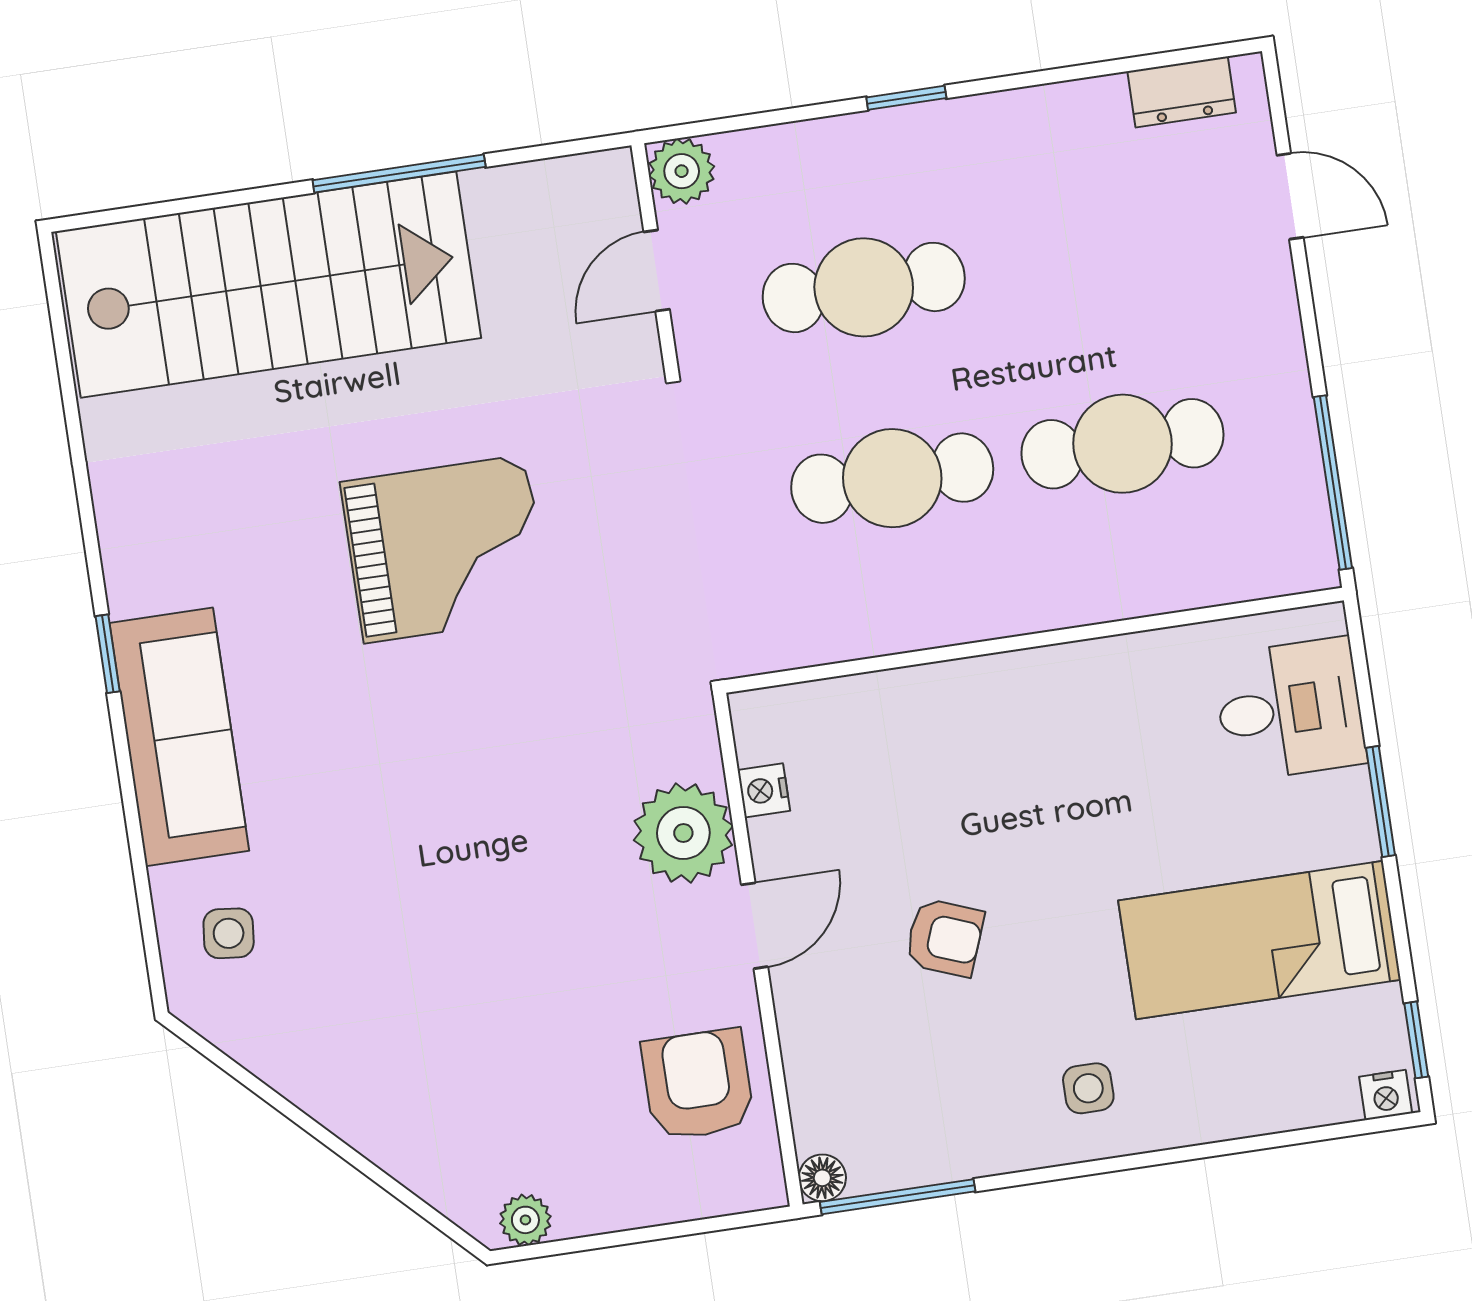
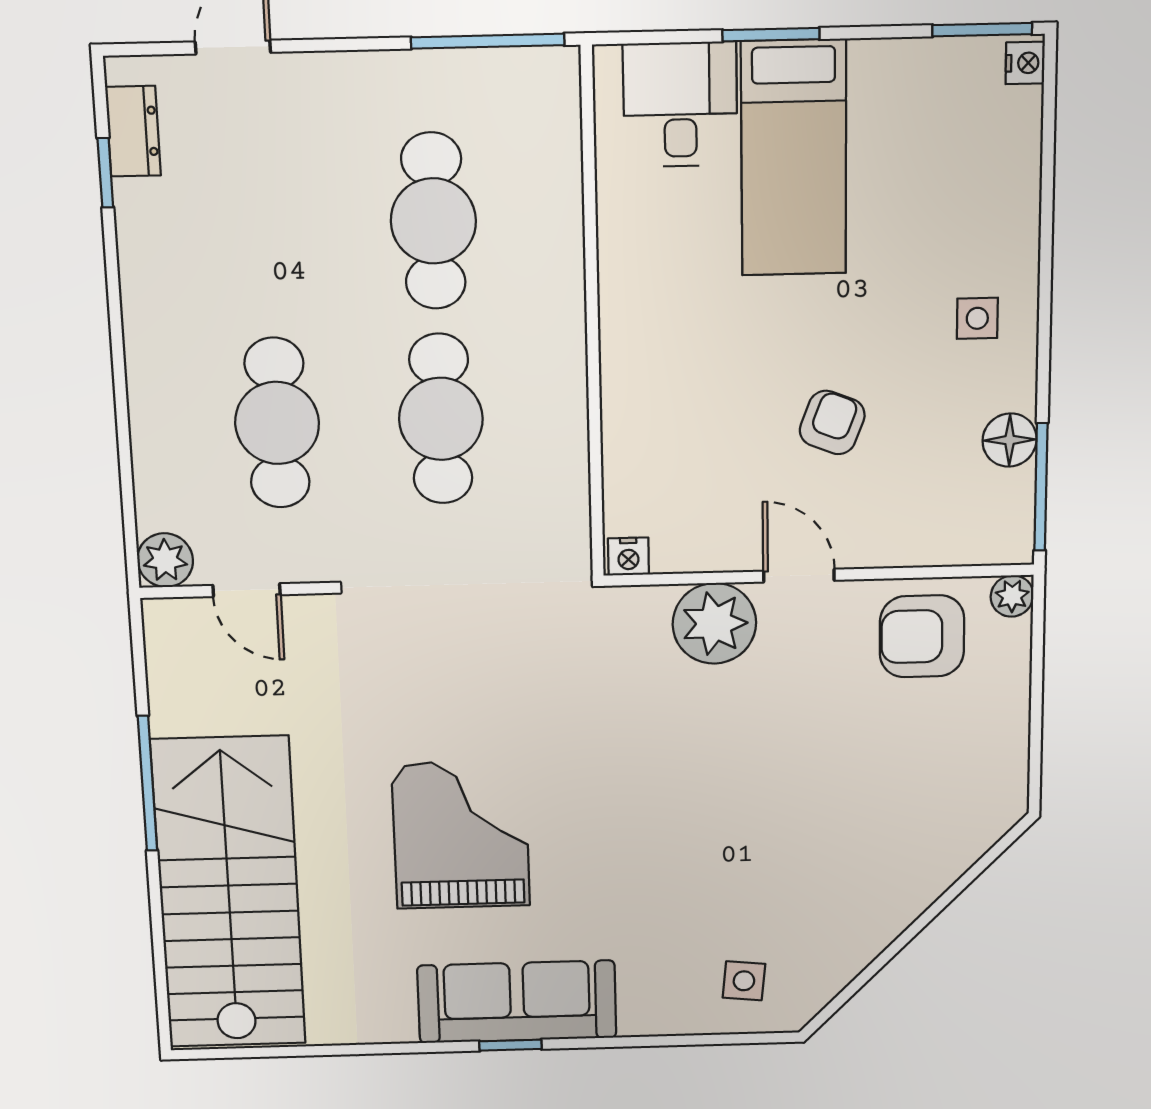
window: (906, 98) -> (105, 173), moved
grand piano: (445, 549) -> (461, 835), moved
sofa: (179, 737) -> (517, 1002), moved
nightstand: (764, 790) -> (628, 557), moved
bed: (1260, 940) -> (794, 158), moved
window: (1416, 1040) -> (982, 30), width x1.50
floor lamp: (822, 1178) -> (1010, 440), moved, width x1.37, depth x1.37
plant: (525, 1220) -> (1012, 596), moved

